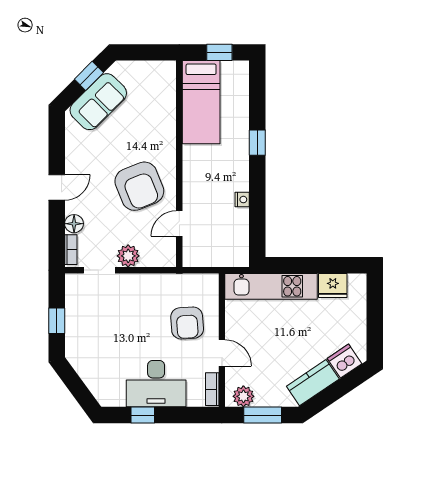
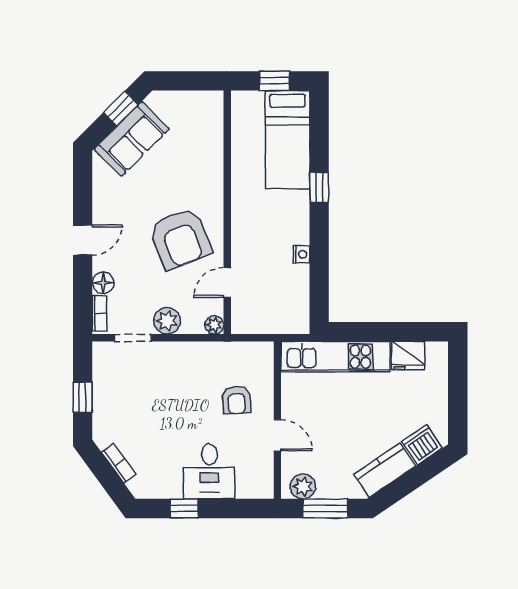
bed: (201, 102) -> (287, 140), moved
plant: (168, 259) -> (214, 325), added
armchair: (187, 323) -> (236, 400), width x0.72, depth x0.72
desk: (156, 384) -> (209, 471), width x0.73
bookcase: (212, 389) -> (119, 463), moved, turned 144

